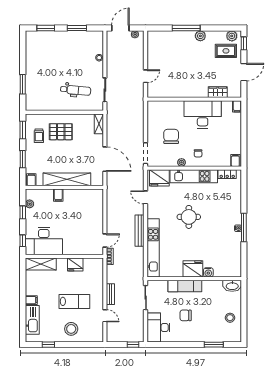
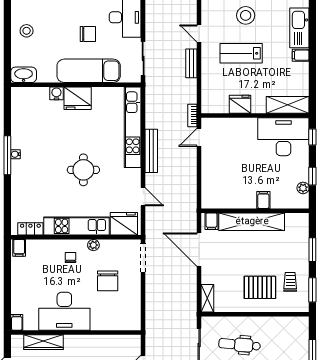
wardrobe: (218, 92) -> (43, 342), width x1.50
filing cabinet: (31, 180) -> (211, 221), moved
exam couch: (185, 286) -> (89, 71), width x1.36, depth x1.45

